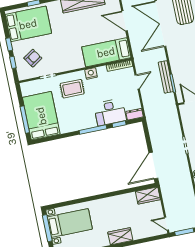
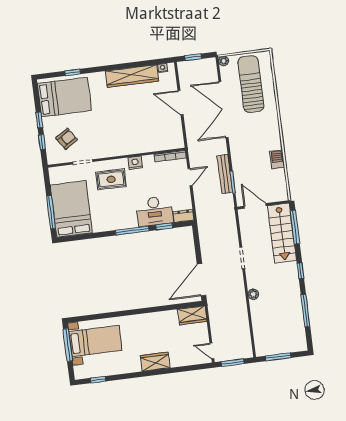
bed: (106, 52) -> (156, 139), removed

